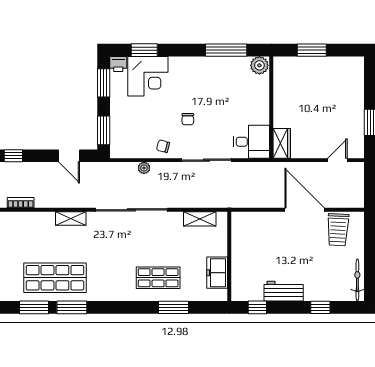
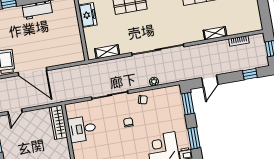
desk: (251, 142) -> (82, 129), moved
wardrobe: (282, 143) -> (58, 122), width x1.50
door: (69, 156) -> (210, 81), swing flipped
shelving: (71, 219) -> (215, 33), moved

